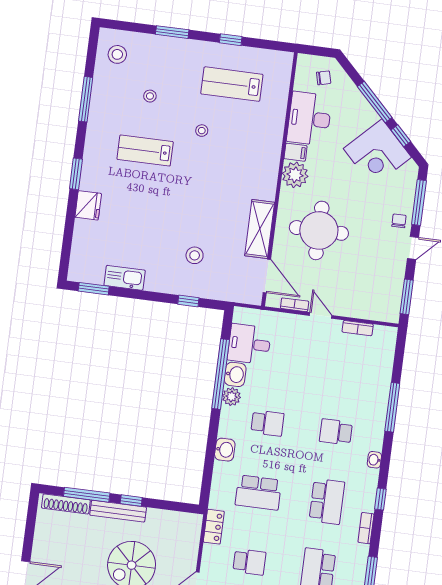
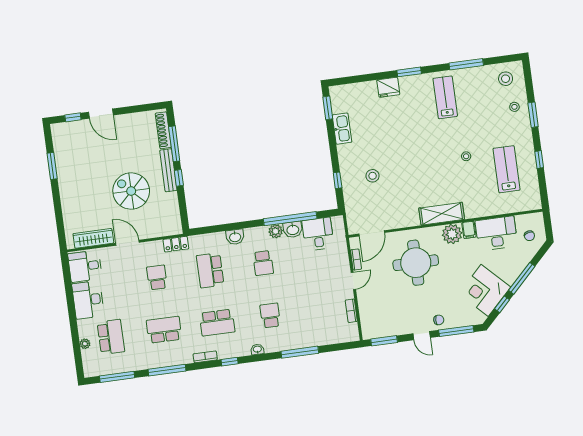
stool: (150, 96) -> (514, 107), moved
lab bench: (145, 150) -> (445, 97), moved
shelving: (260, 229) -> (442, 214), moved
school desk: (249, 562) -> (157, 277), turned 180

